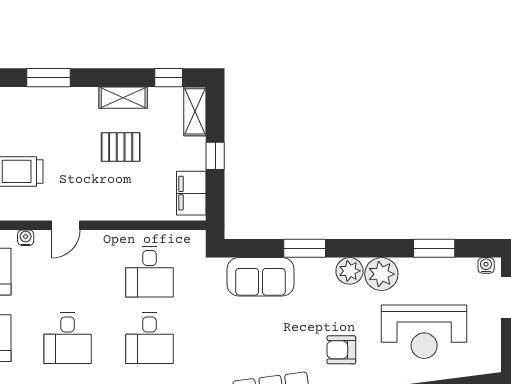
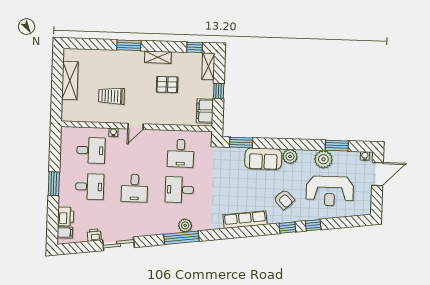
shelving: (123, 98) -> (158, 57), moved
window: (305, 248) -> (241, 142), moved
plant: (381, 274) -> (323, 159), moved
sofa: (260, 277) -> (263, 159), moved
desk: (150, 338) -> (179, 190), turned 90
armchair: (341, 350) -> (284, 199), turned -135

